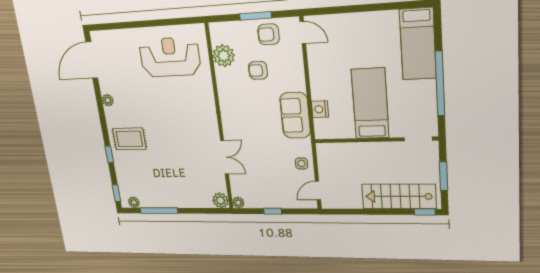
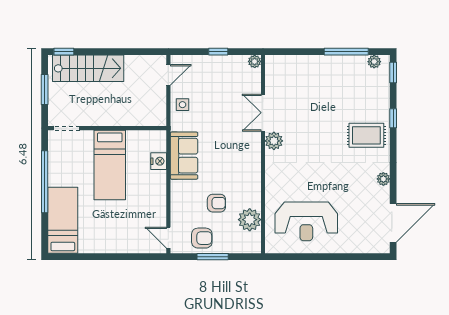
plant: (220, 200) -> (274, 141), moved

